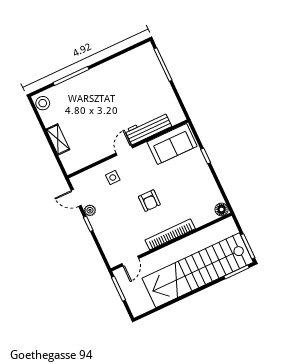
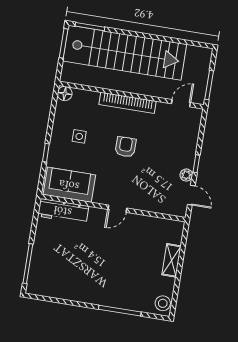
workbench: (148, 128) -> (63, 211), moved
side table: (113, 177) -> (79, 136), moved

